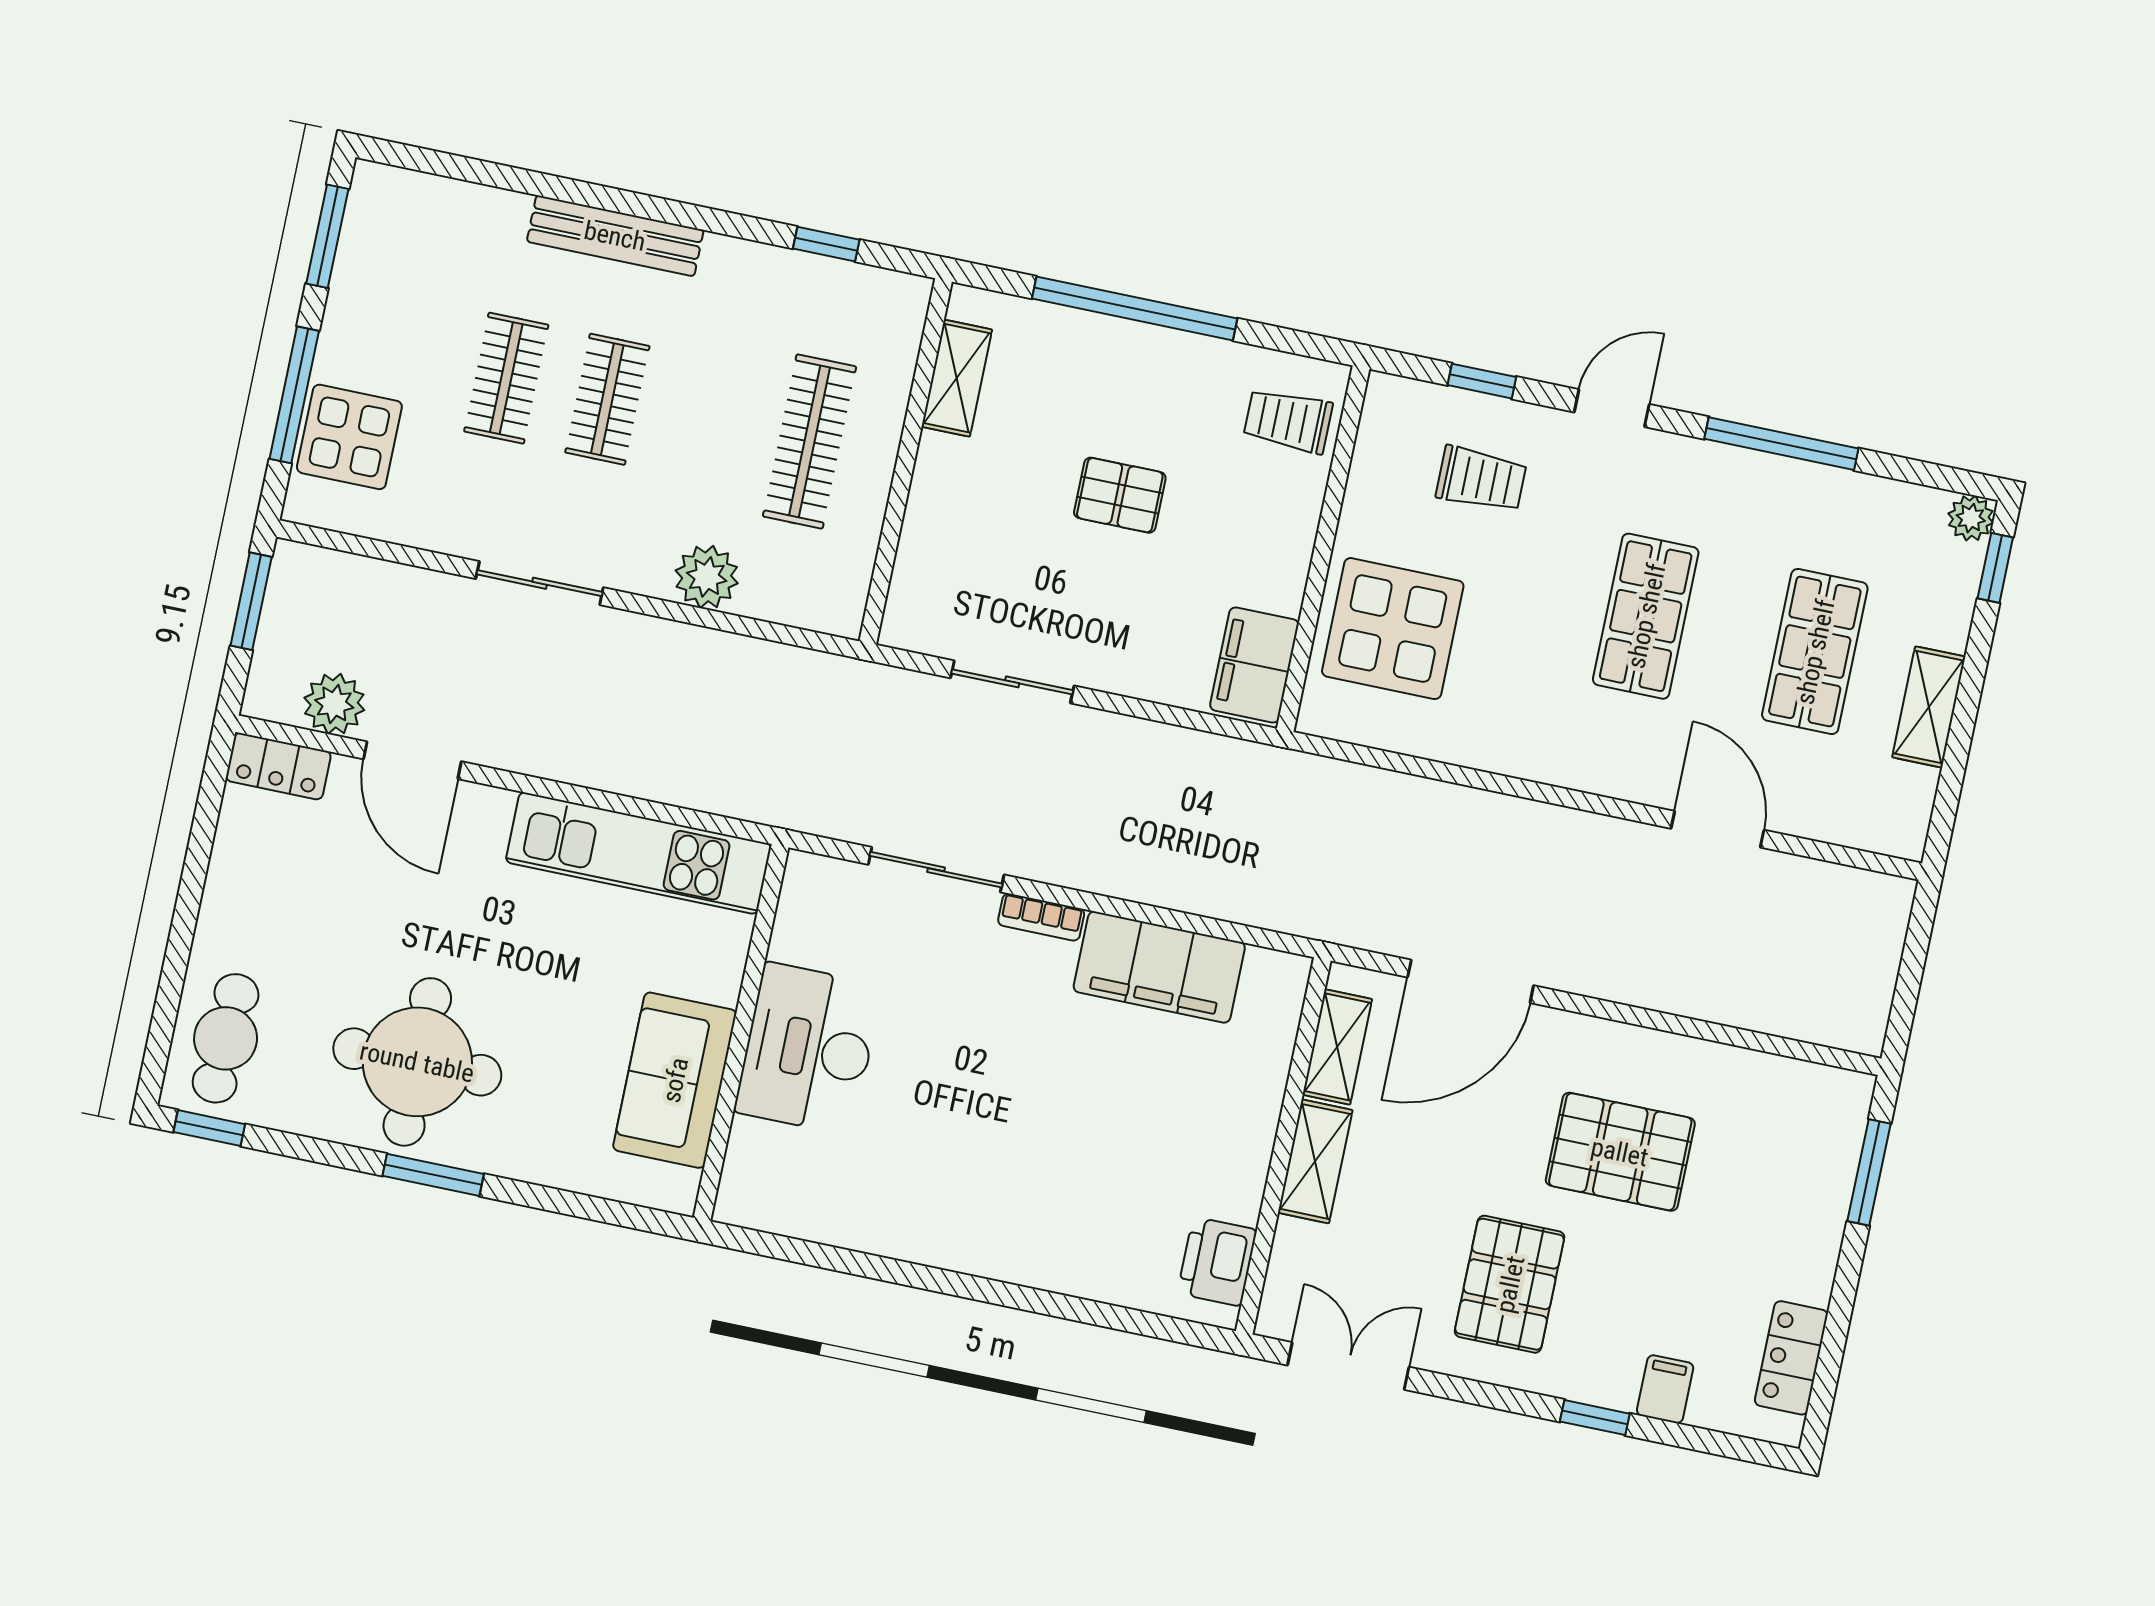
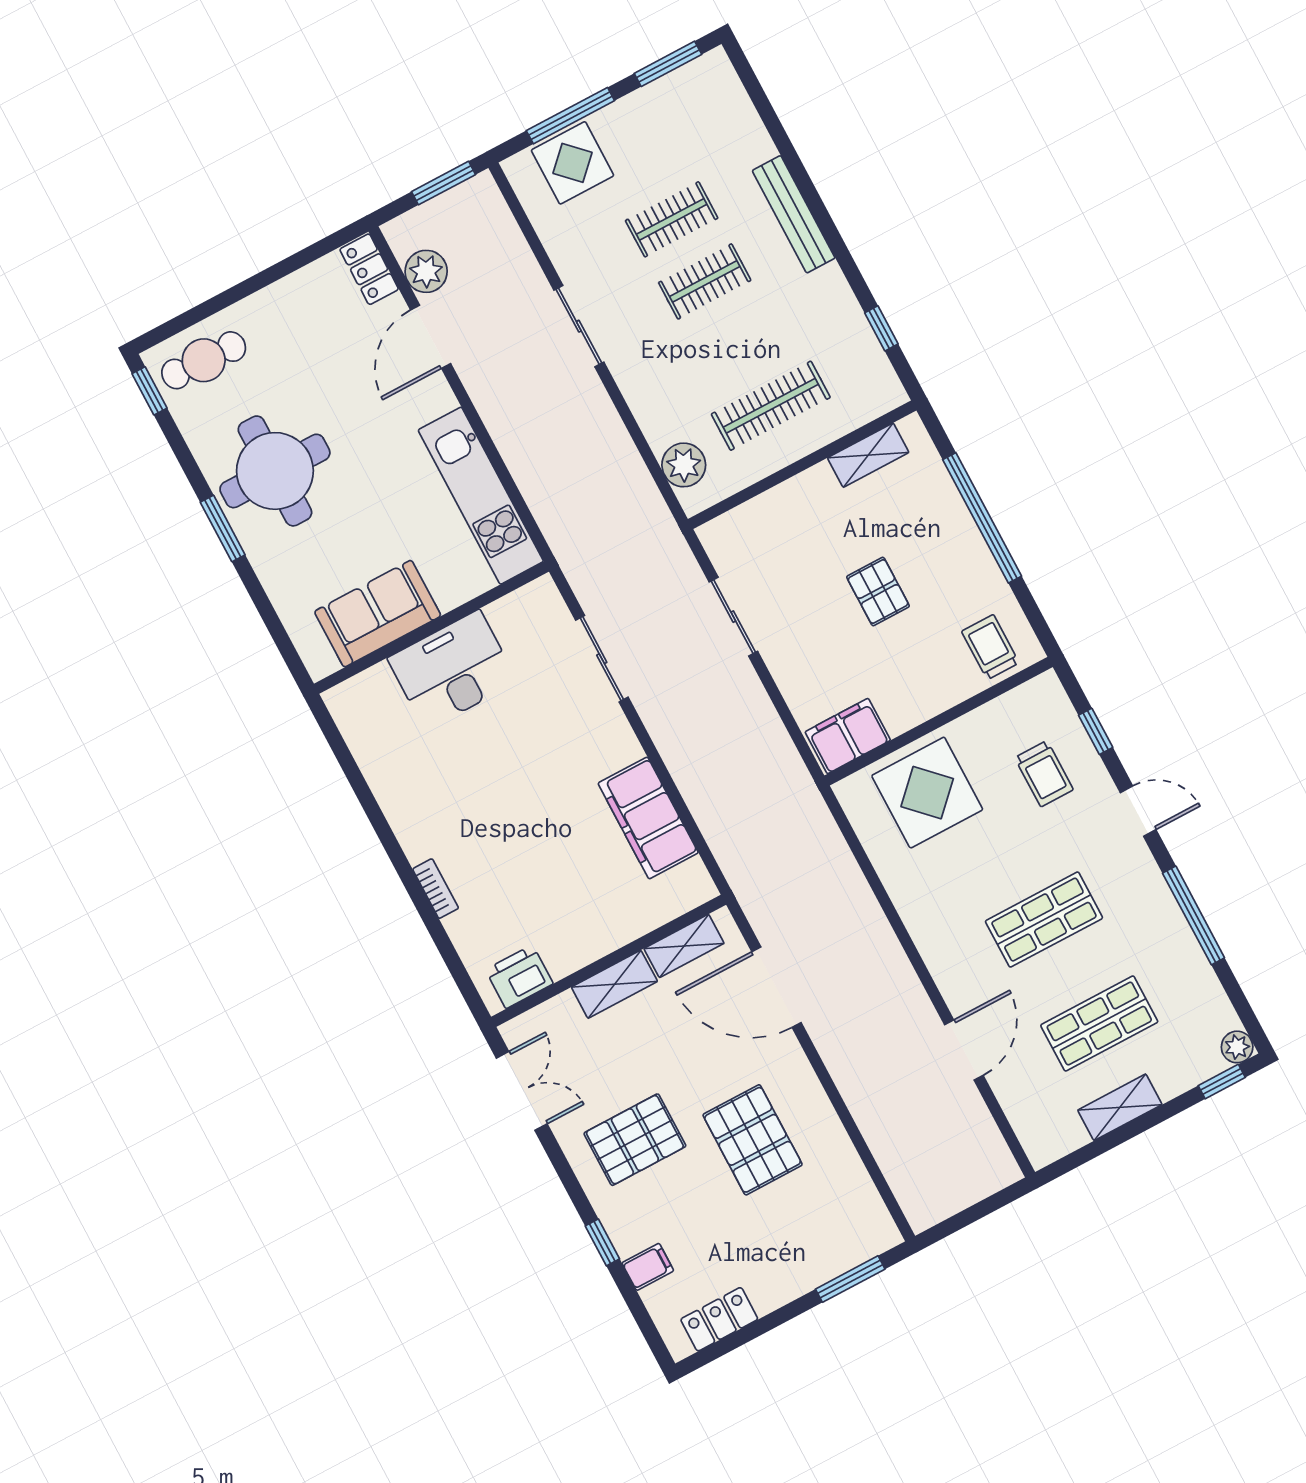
plant: (707, 577) -> (684, 465), moved
bookcase: (1041, 917) -> (436, 889), moved, turned 180

